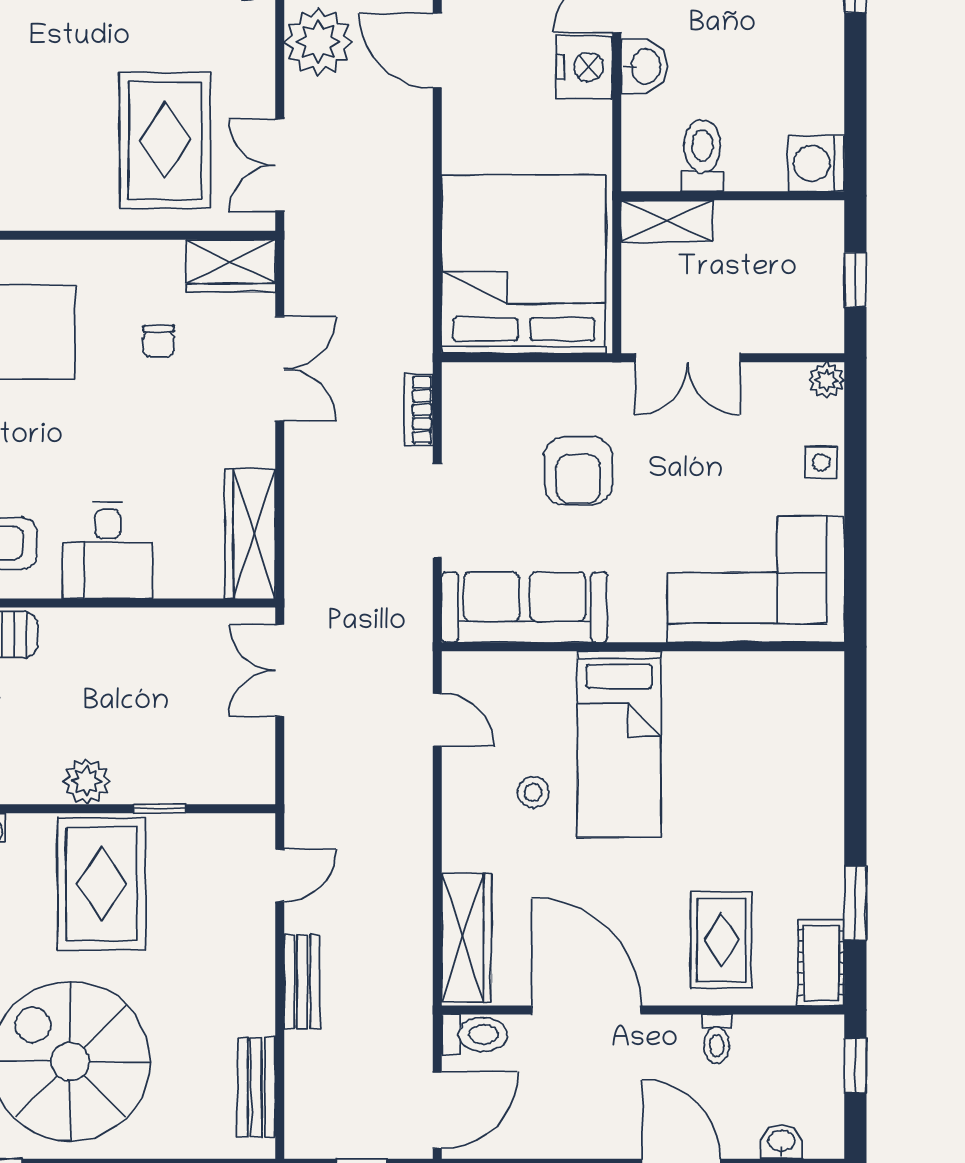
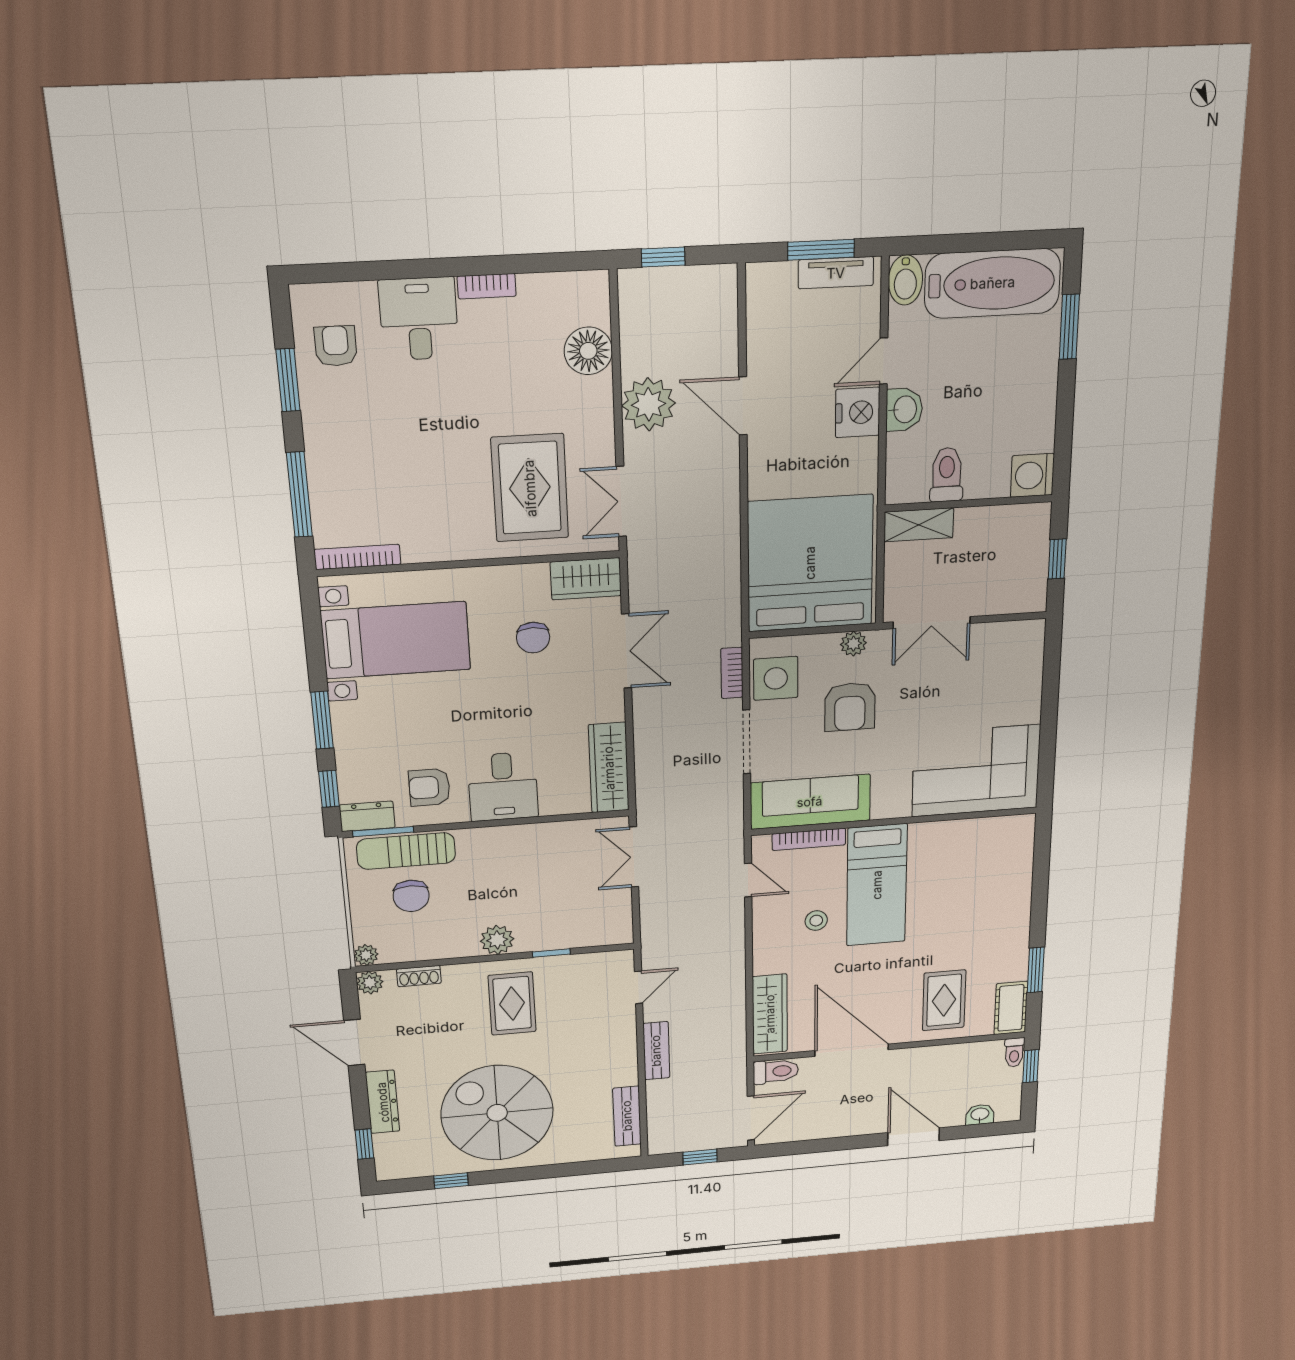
chair: (159, 341) -> (533, 638), width x1.37, depth x1.37
plant: (827, 380) -> (853, 644), moved
side table: (821, 462) -> (776, 678), moved, width x1.87, depth x1.87
bookcase: (523, 664) -> (809, 839), added
rug: (101, 884) -> (512, 1004), width x0.73, depth x0.70
toilet: (717, 1039) -> (1014, 1052), moved

